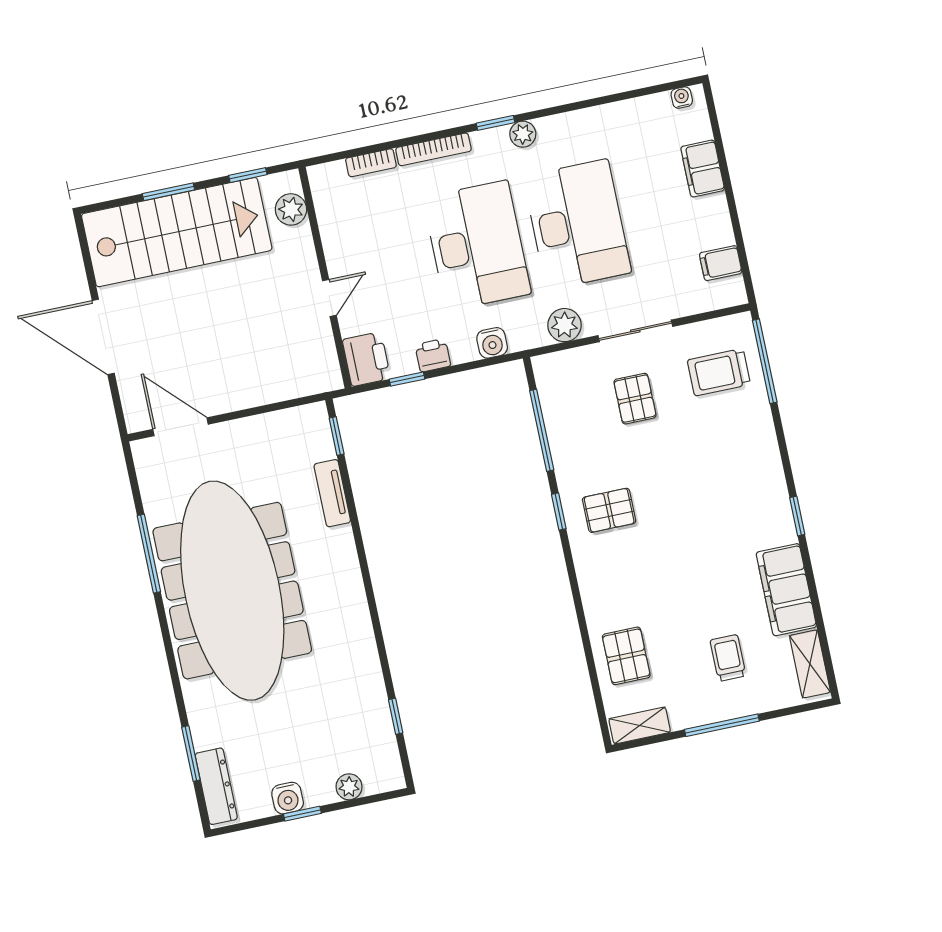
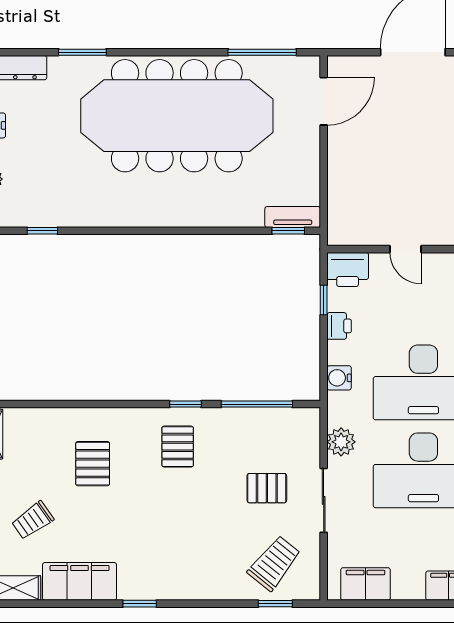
filing cabinet: (721, 263) -> (366, 584), width x2.00
window: (765, 361) -> (275, 604), width x0.46
trolley: (719, 372) -> (274, 563), turned 39
tv unit: (332, 493) -> (293, 217), moved
window: (149, 554) -> (262, 52), moved
pallet: (626, 656) -> (93, 464), moved, turned 90
trolley: (728, 658) -> (33, 520), turned 145
window: (191, 753) -> (82, 52), moved

